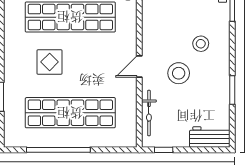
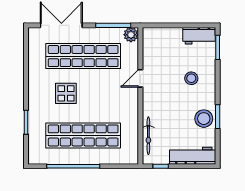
door: (139, 66) -> (140, 78), moved
stool: (179, 73) -> (204, 119), moved
workbench: (210, 137) -> (193, 156), width x1.37

